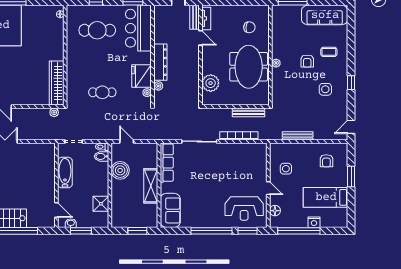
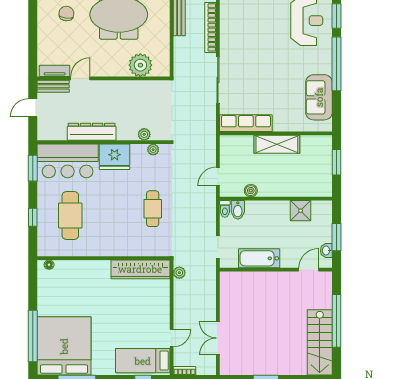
dresser: (160, 62) -> (92, 132), moved
fridge: (141, 76) -> (115, 157), moved
boiler: (120, 170) -> (251, 191), width x0.54, depth x0.54
sofa: (170, 210) -> (319, 97), moved, turned -90

